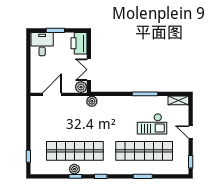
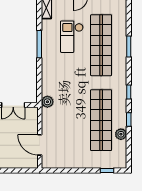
plant: (81, 87) -> (32, 113), removed
checkout: (152, 124) -> (72, 37), turned 180
plant: (74, 169) -> (121, 134), moved

